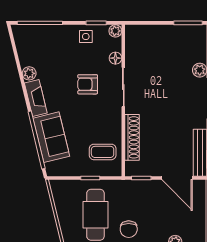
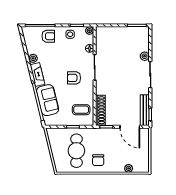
armchair: (52, 39) -> (48, 36), added
armchair: (88, 84) -> (74, 78), moved
shoe rack: (132, 137) -> (100, 110), moved

